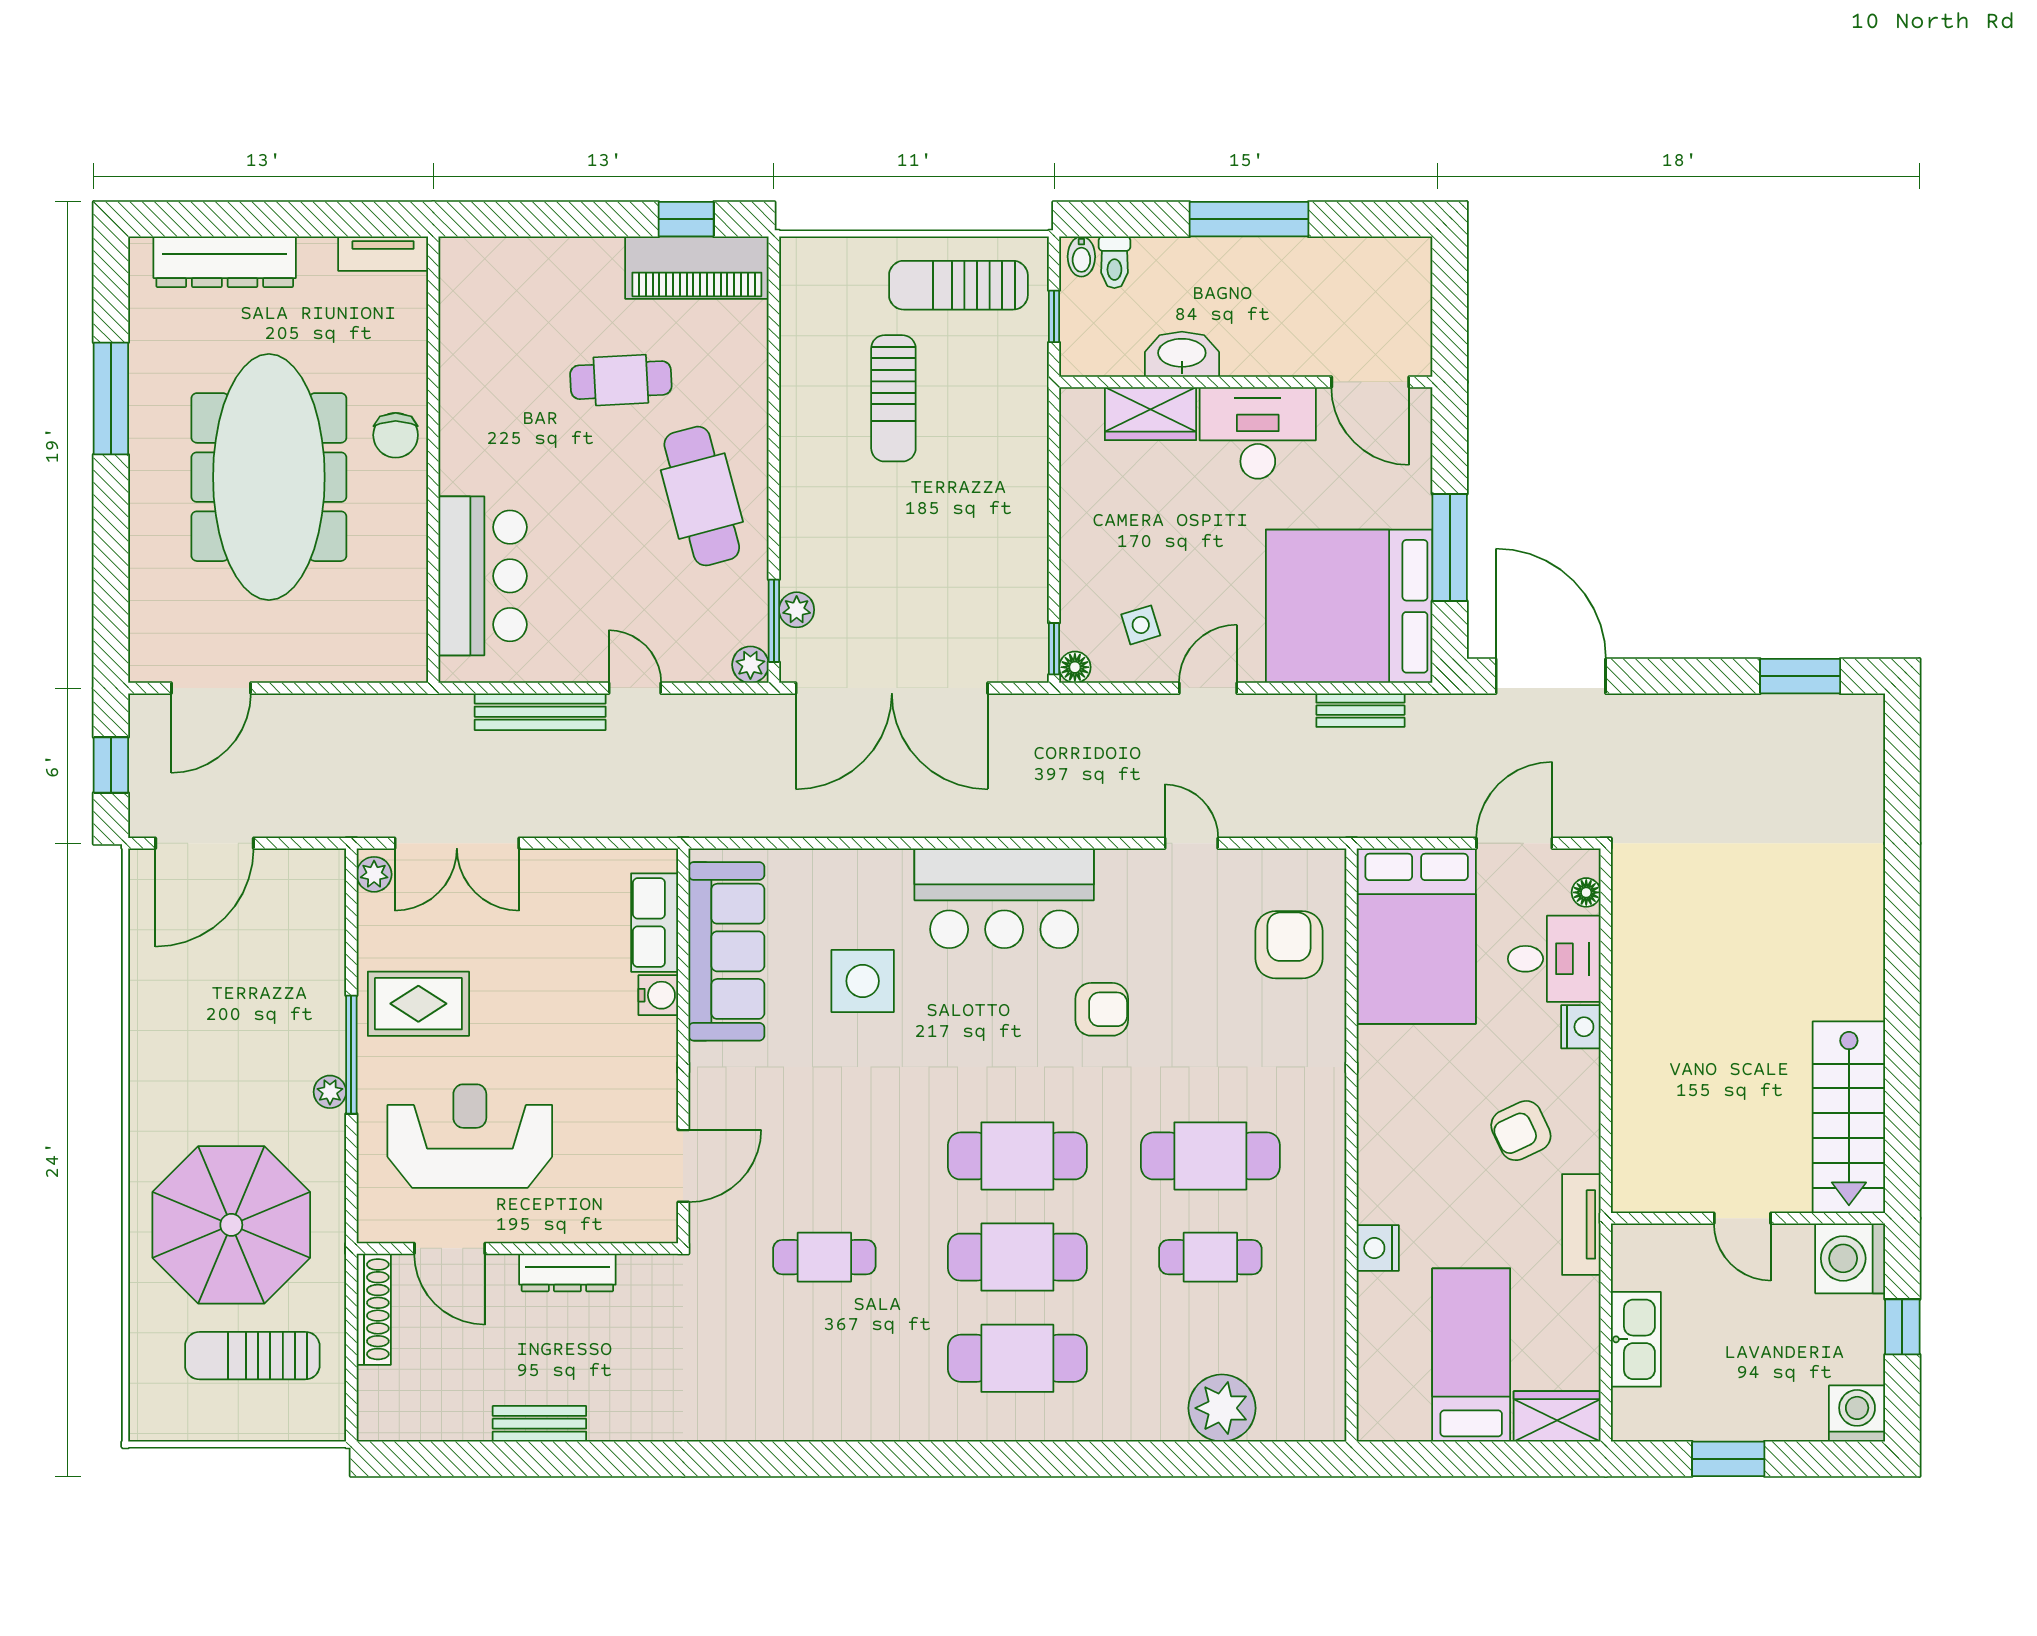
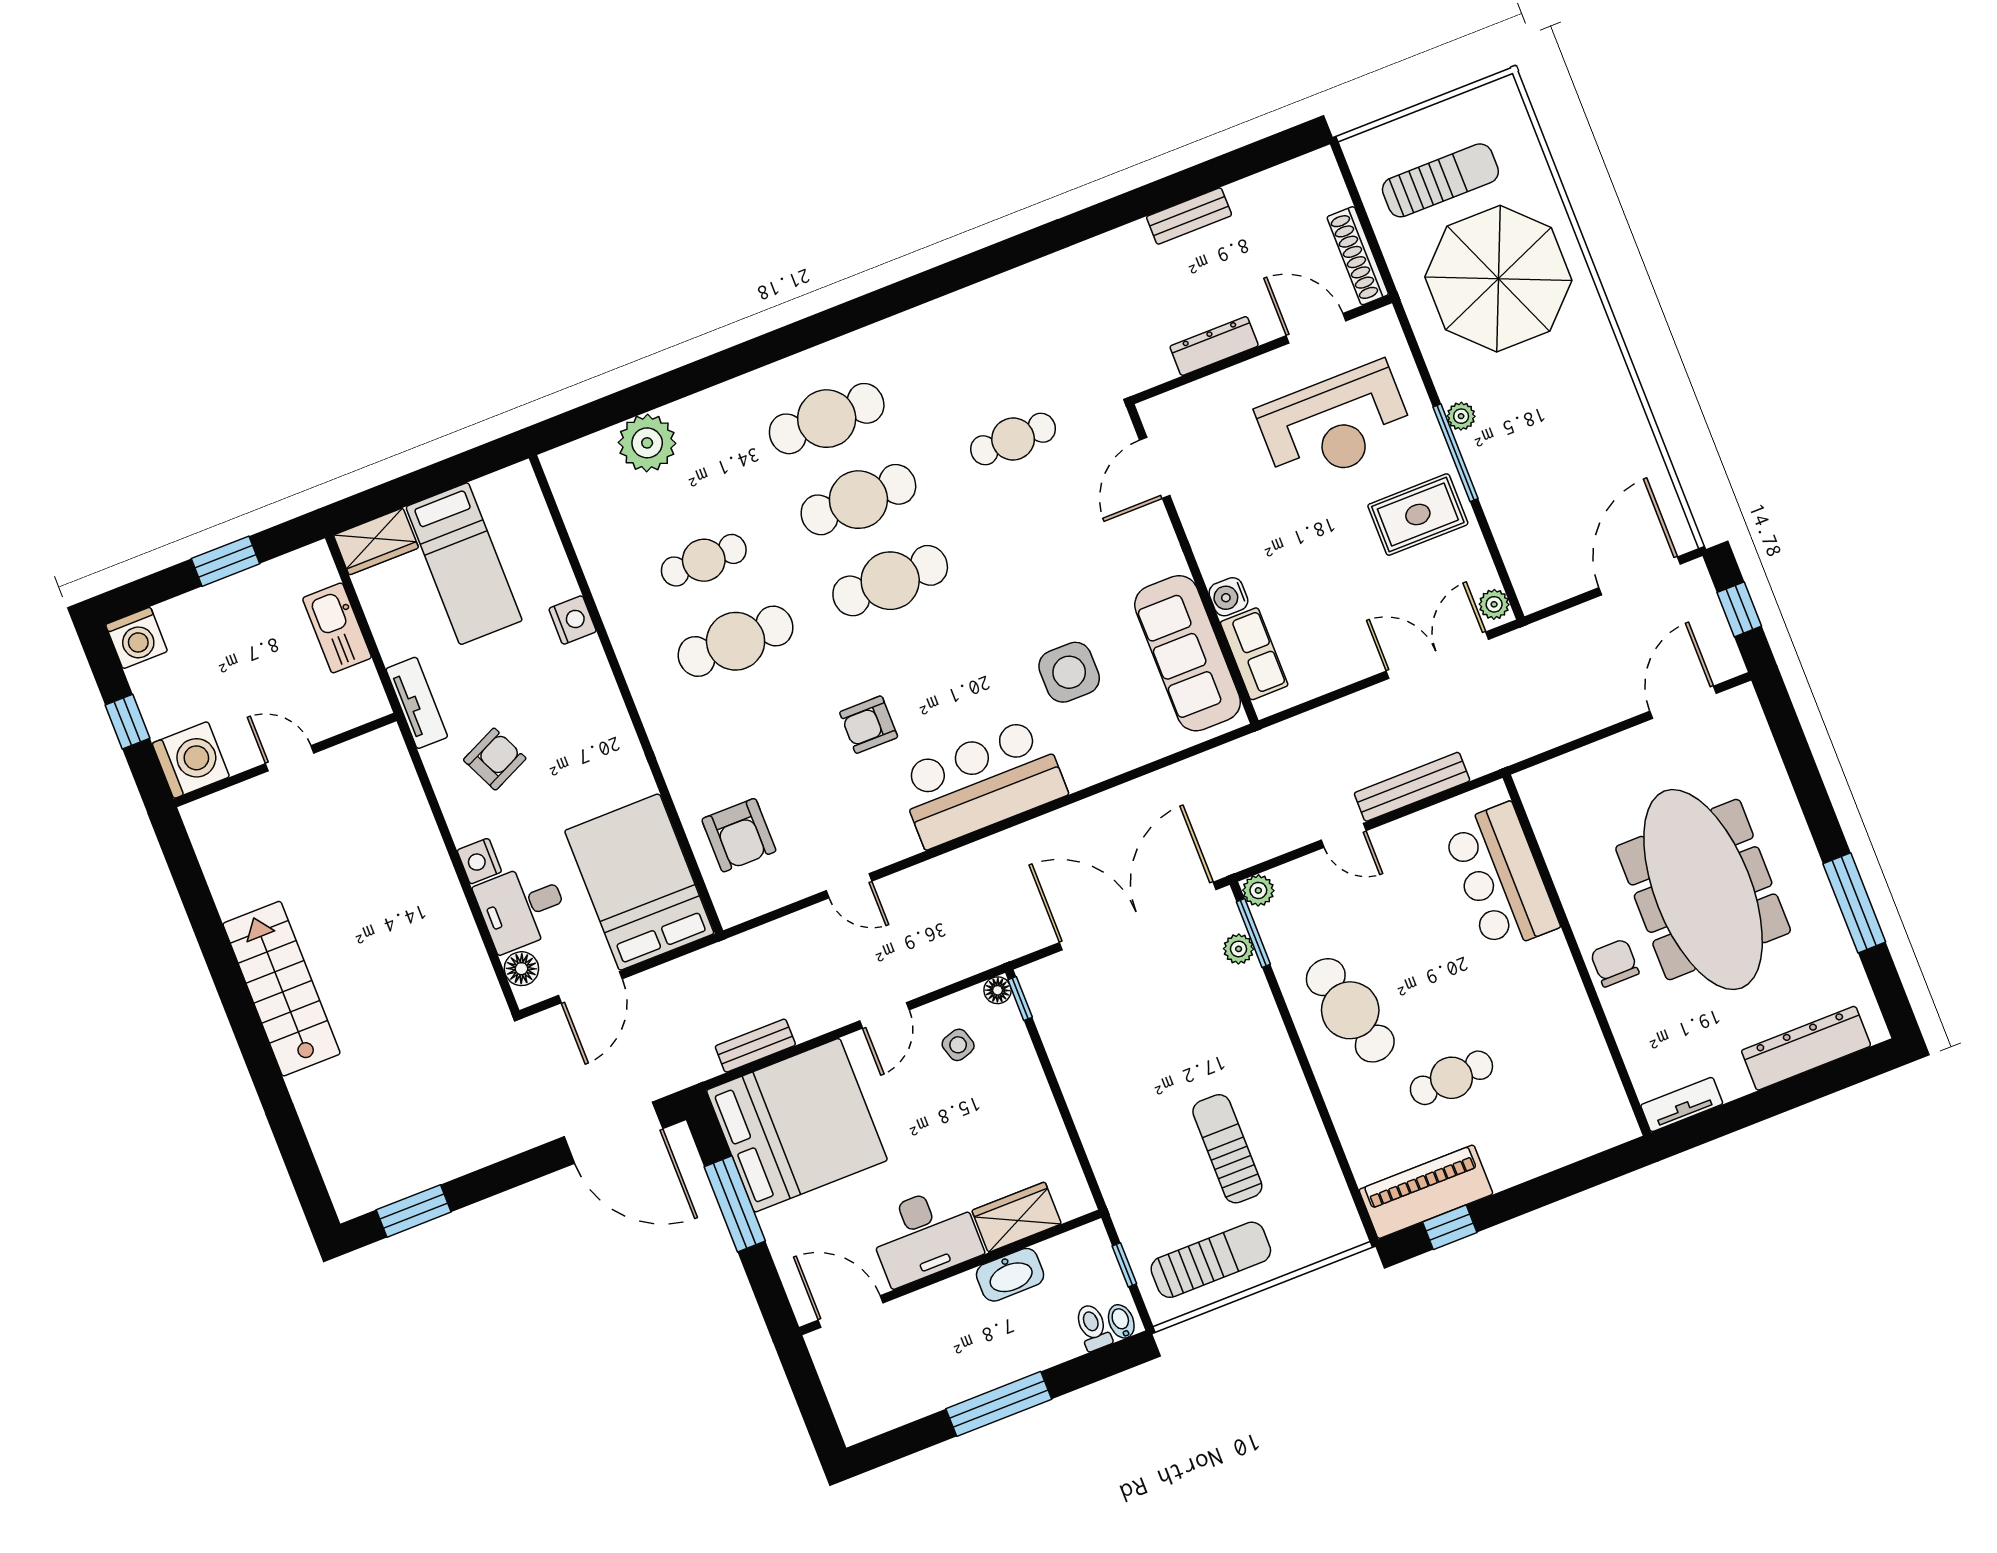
floor lamp: (1586, 892) -> (521, 969), width x1.37, depth x1.37
stairs: (1849, 1117) -> (281, 989), moved

